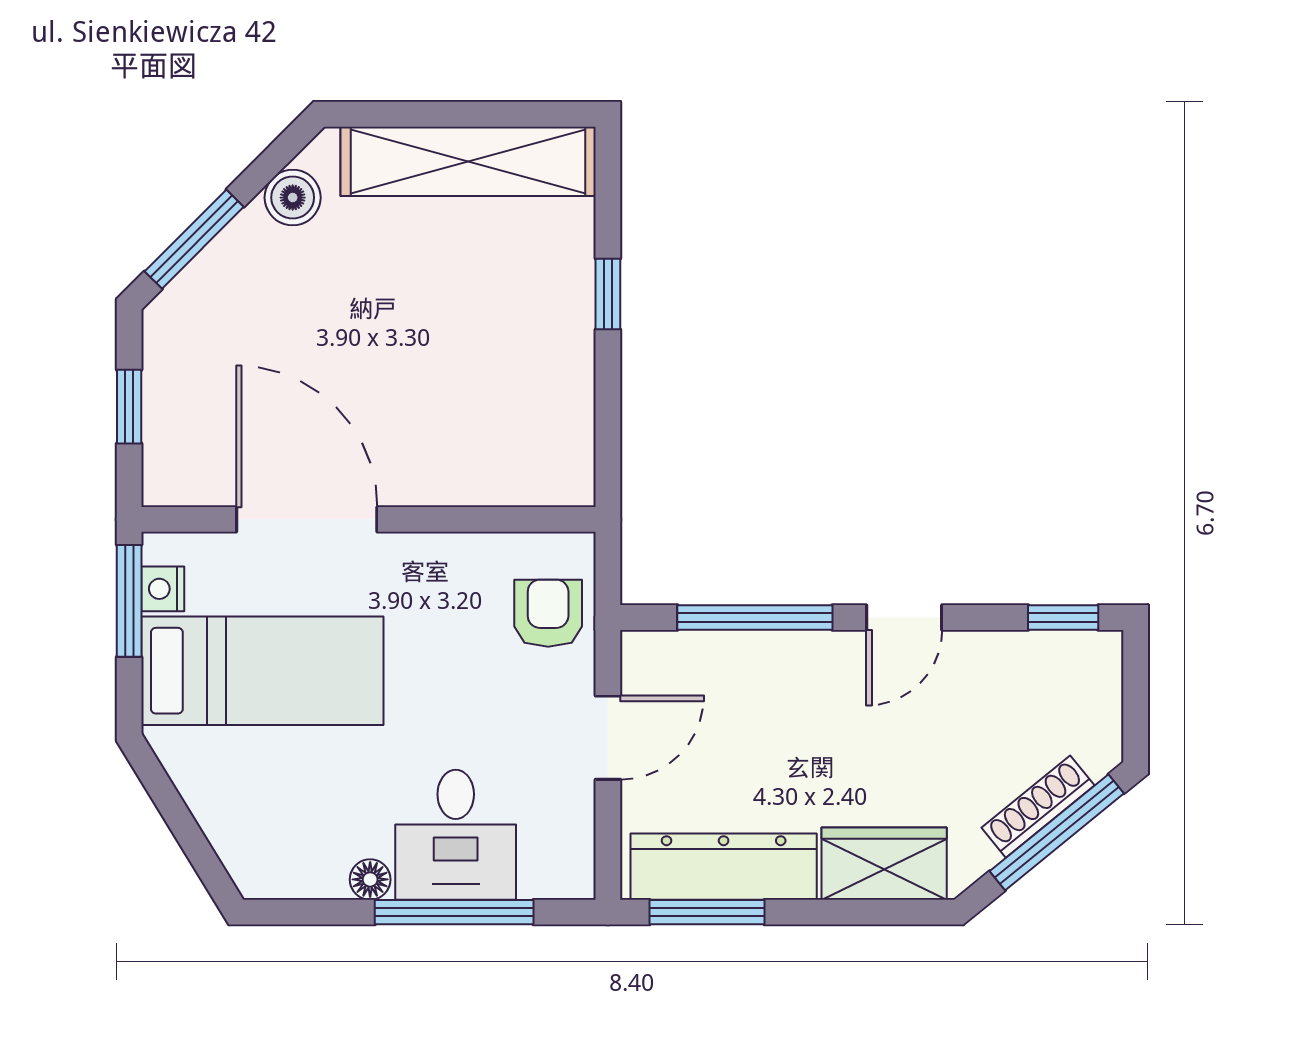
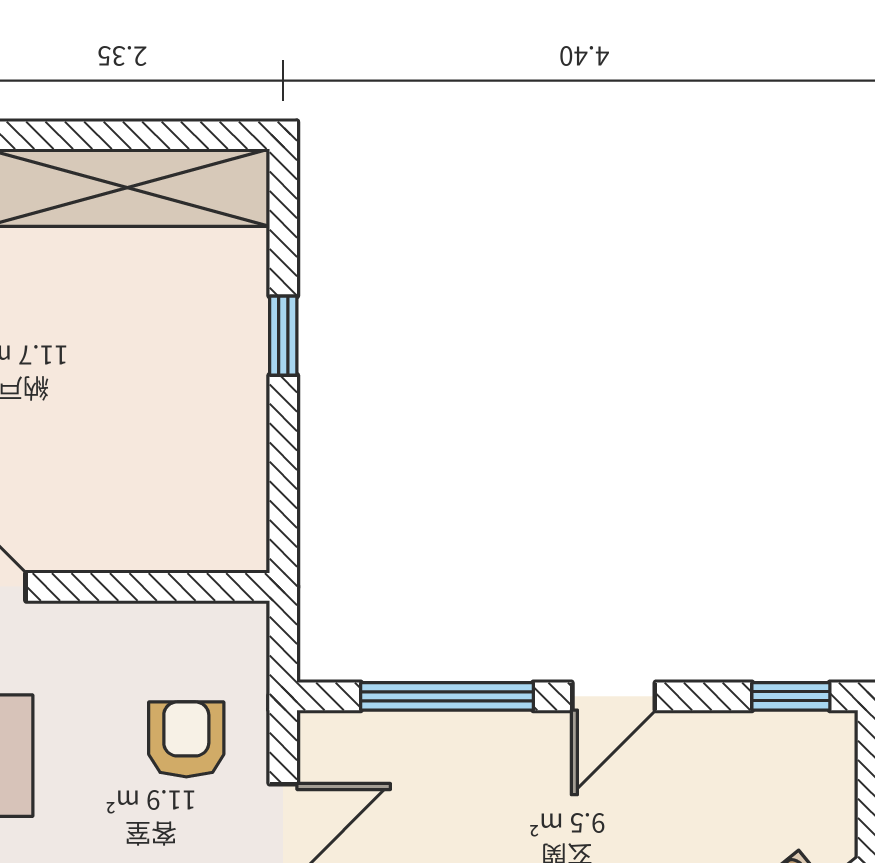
armchair: (548, 613) -> (186, 739), moved

